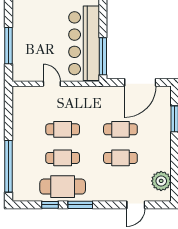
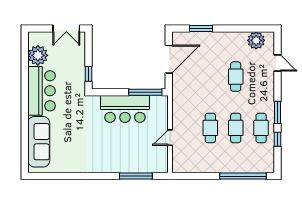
bar counter: (84, 43) -> (125, 109), width x0.73
door: (140, 82) -> (169, 59), hinge flipped
cafe table: (120, 129) -> (210, 77), removed
cafe table: (63, 187) -> (261, 128), width x0.73, depth x0.74

